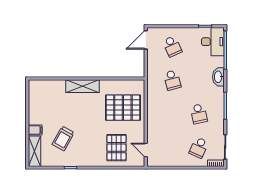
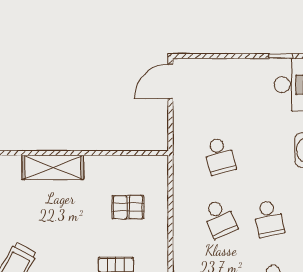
school desk: (172, 46) -> (220, 219), moved
pallet: (123, 108) -> (128, 207), width x0.49, depth x0.50

